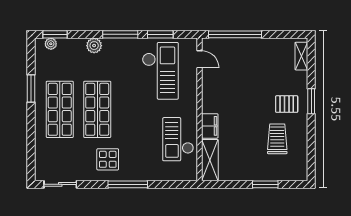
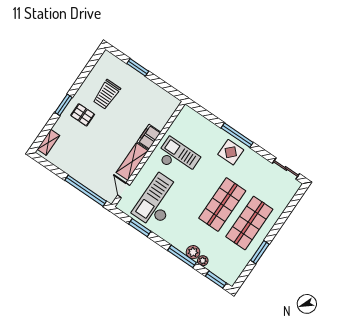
window: (120, 34) -> (182, 256), moved
plant: (51, 44) -> (203, 261), moved
checkout: (178, 139) -> (178, 157), moved, turned -90
display table: (108, 159) -> (231, 152), moved
shelving: (210, 160) -> (132, 162), moved

